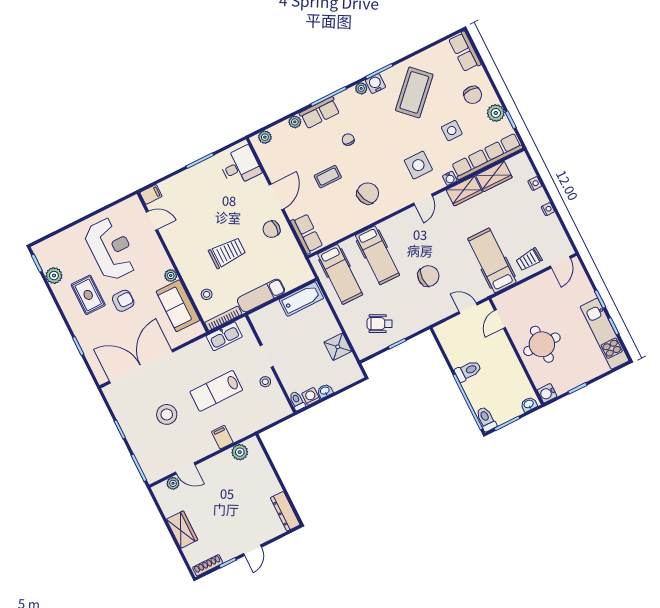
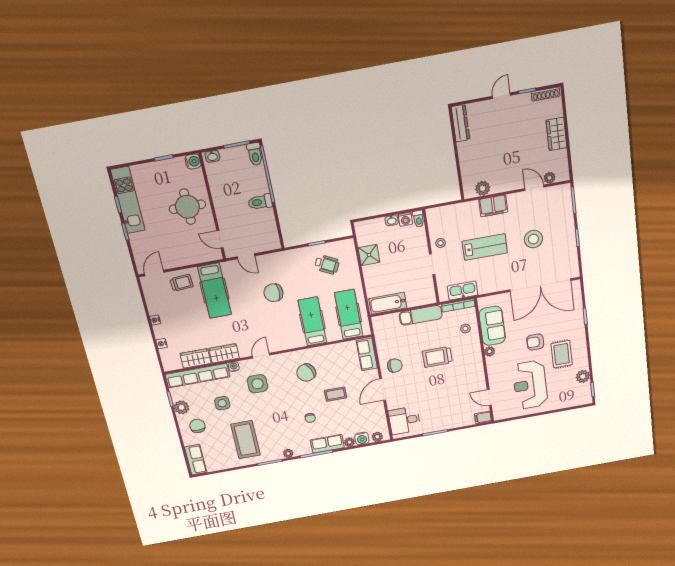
water cooler: (375, 84) -> (362, 439), moved
coffee table: (414, 92) -> (246, 440), turned -44
door: (500, 319) -> (220, 239), swing flipped
filing cabinet: (222, 437) -> (493, 206), width x2.00

